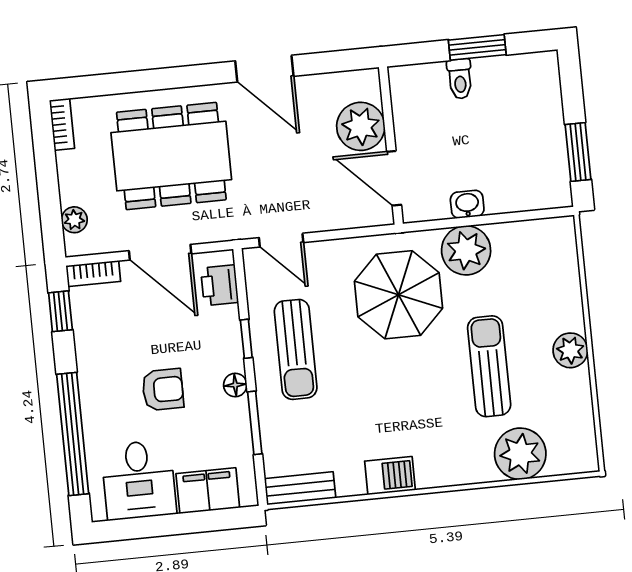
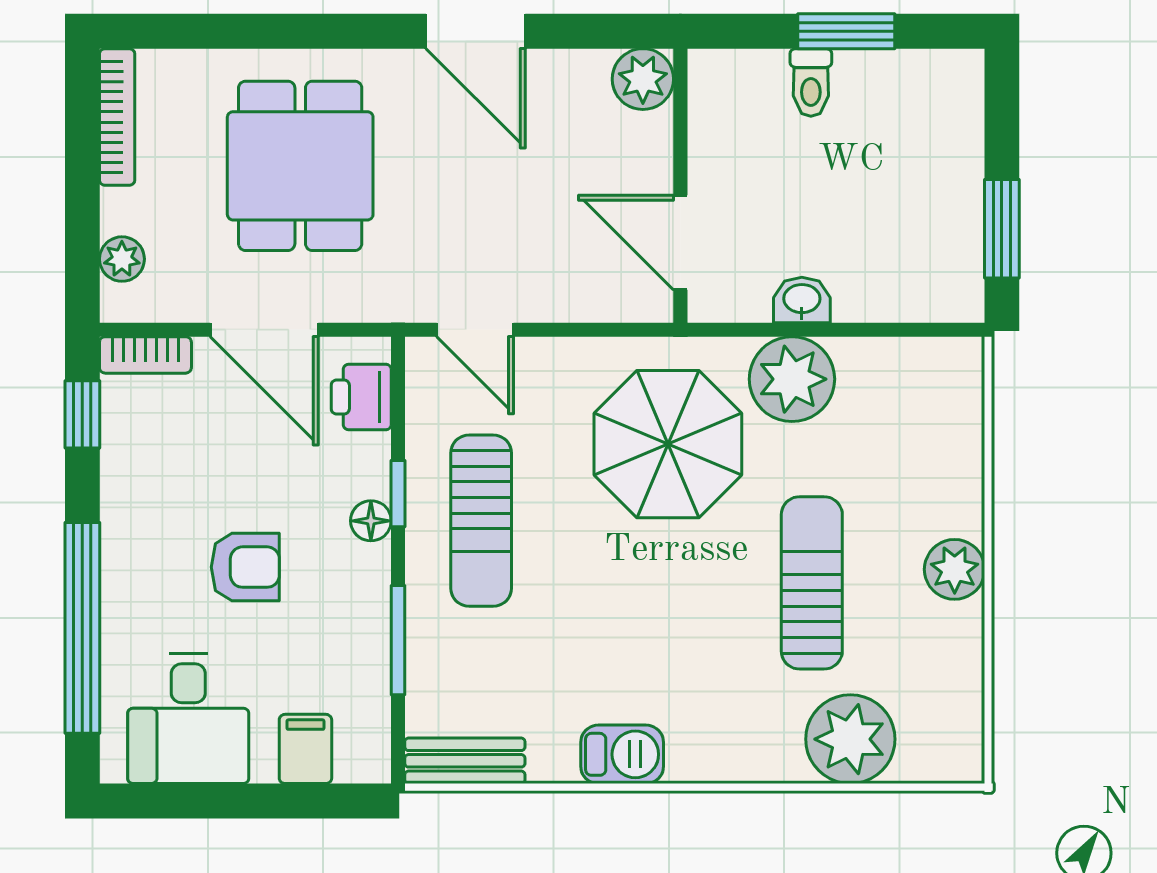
bookcase: (62, 124) -> (117, 117), width x1.56
plant: (361, 126) -> (643, 79), moved, width x0.73, depth x0.73
dining table: (171, 156) -> (300, 166), width x0.73
floor lamp: (235, 385) -> (371, 521), moved
filing cabinet: (208, 491) -> (305, 749), width x0.50

